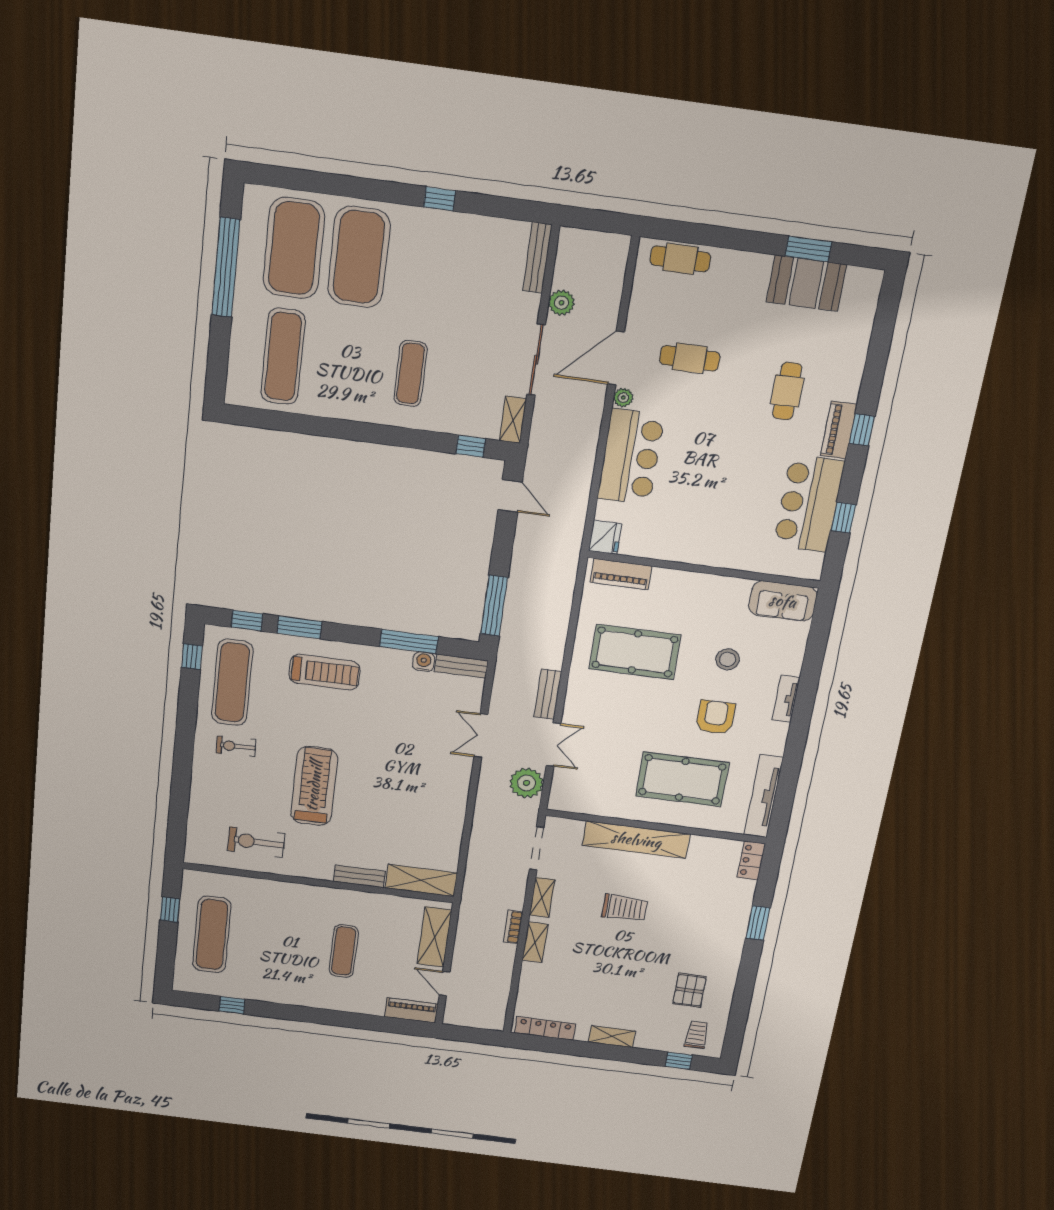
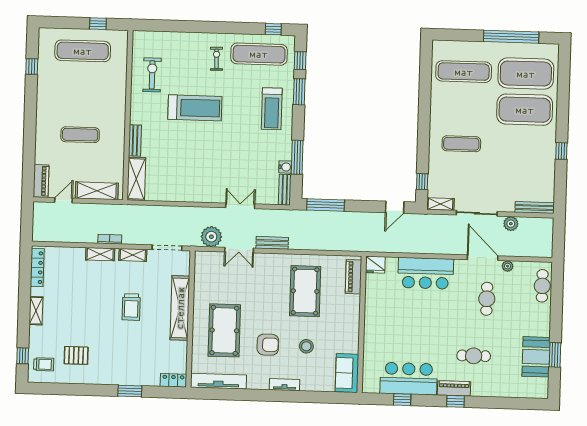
plant: (623, 398) -> (507, 266), moved

